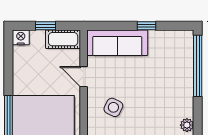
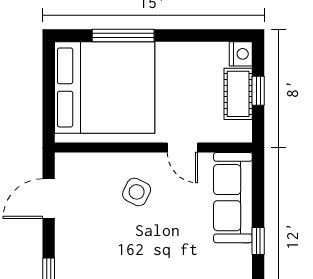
cot: (63, 39) -> (238, 94), moved
door: (84, 77) -> (182, 148), swing flipped

